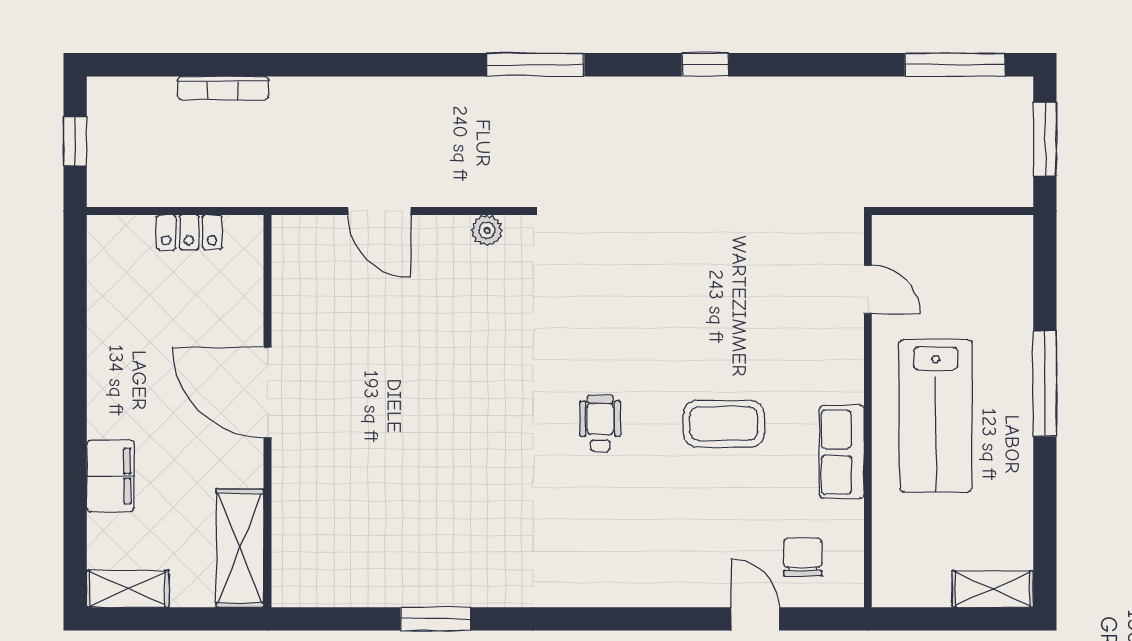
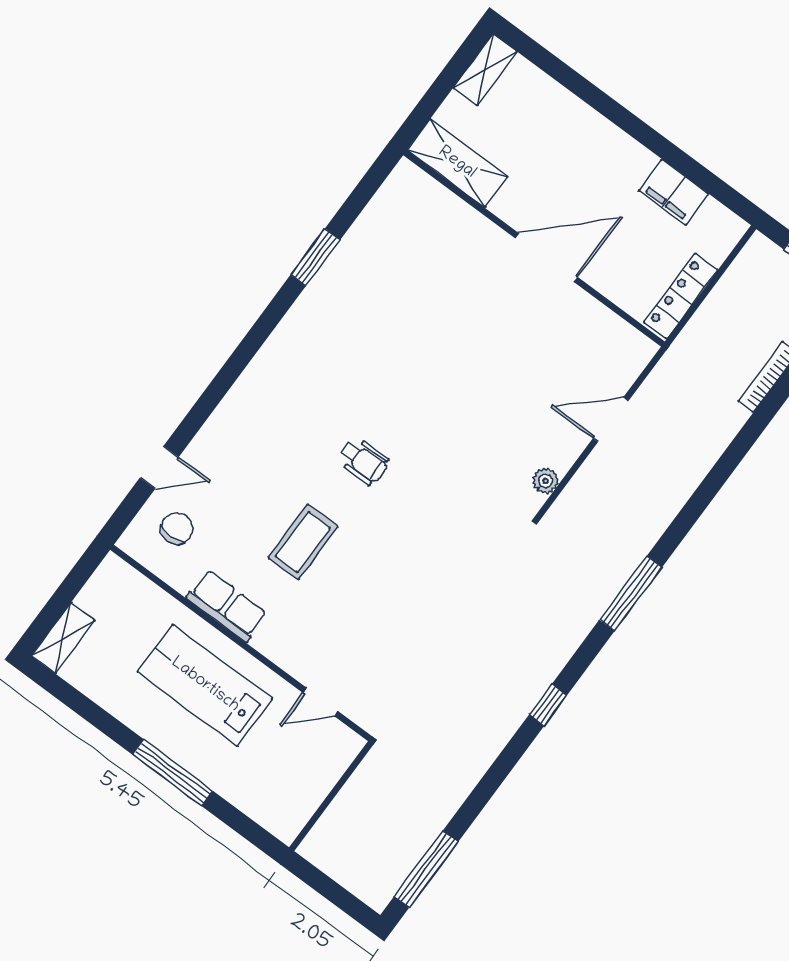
window: (1045, 139) -> (333, 892), removed
locker: (189, 232) -> (681, 296), width x1.53
filing cabinet: (111, 476) -> (674, 192), moved
chair: (803, 557) -> (177, 529), turned -91

